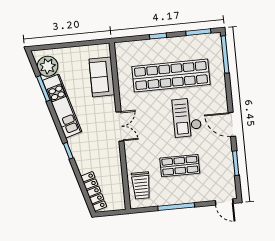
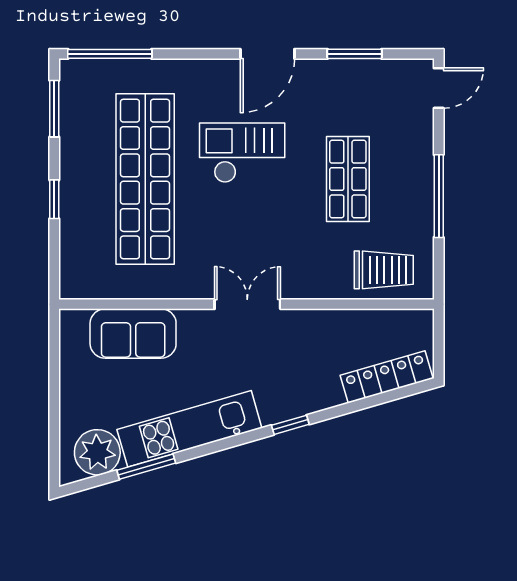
checkout: (187, 117) -> (242, 153), turned 180

